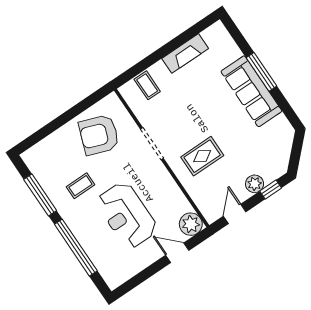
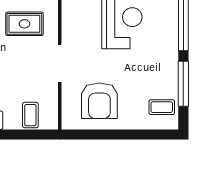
armchair: (99, 135) -> (99, 101), turned 70
coffee table: (80, 186) -> (162, 107), moved

